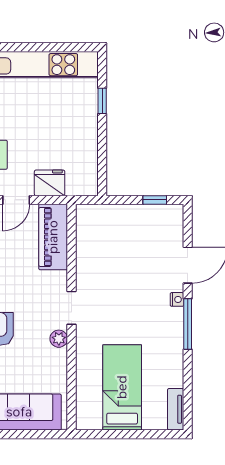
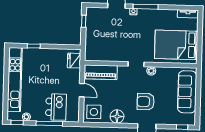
fridge: (50, 183) -> (74, 61), moved
bed: (122, 387) -> (176, 45), width x1.50

